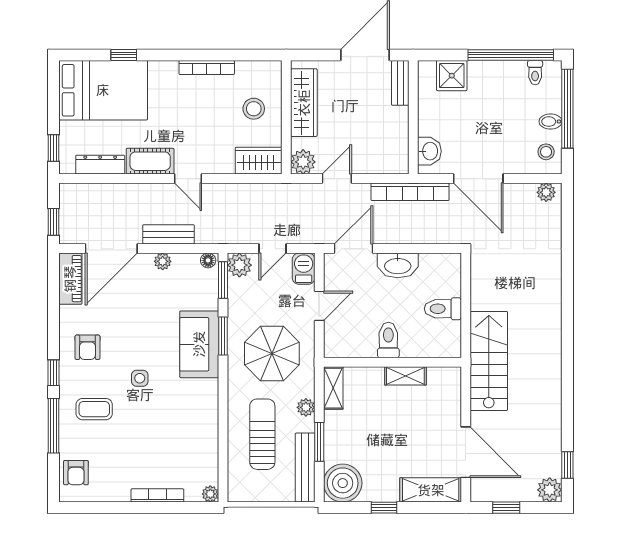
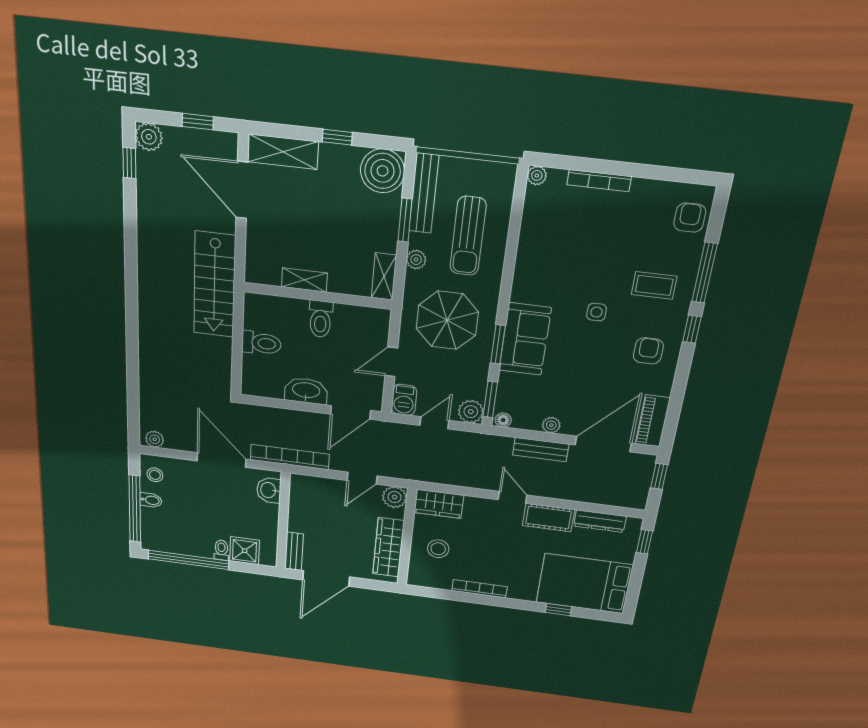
toilet: (535, 73) -> (221, 550), moved

